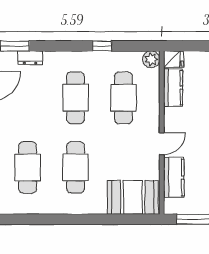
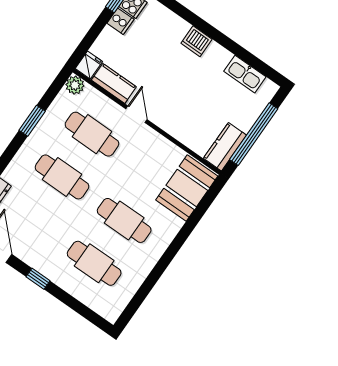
window: (102, 46) -> (32, 121), width x1.50
door: (162, 144) -> (136, 114), moved
kitchen counter: (174, 178) -> (225, 147), moved, turned -90

